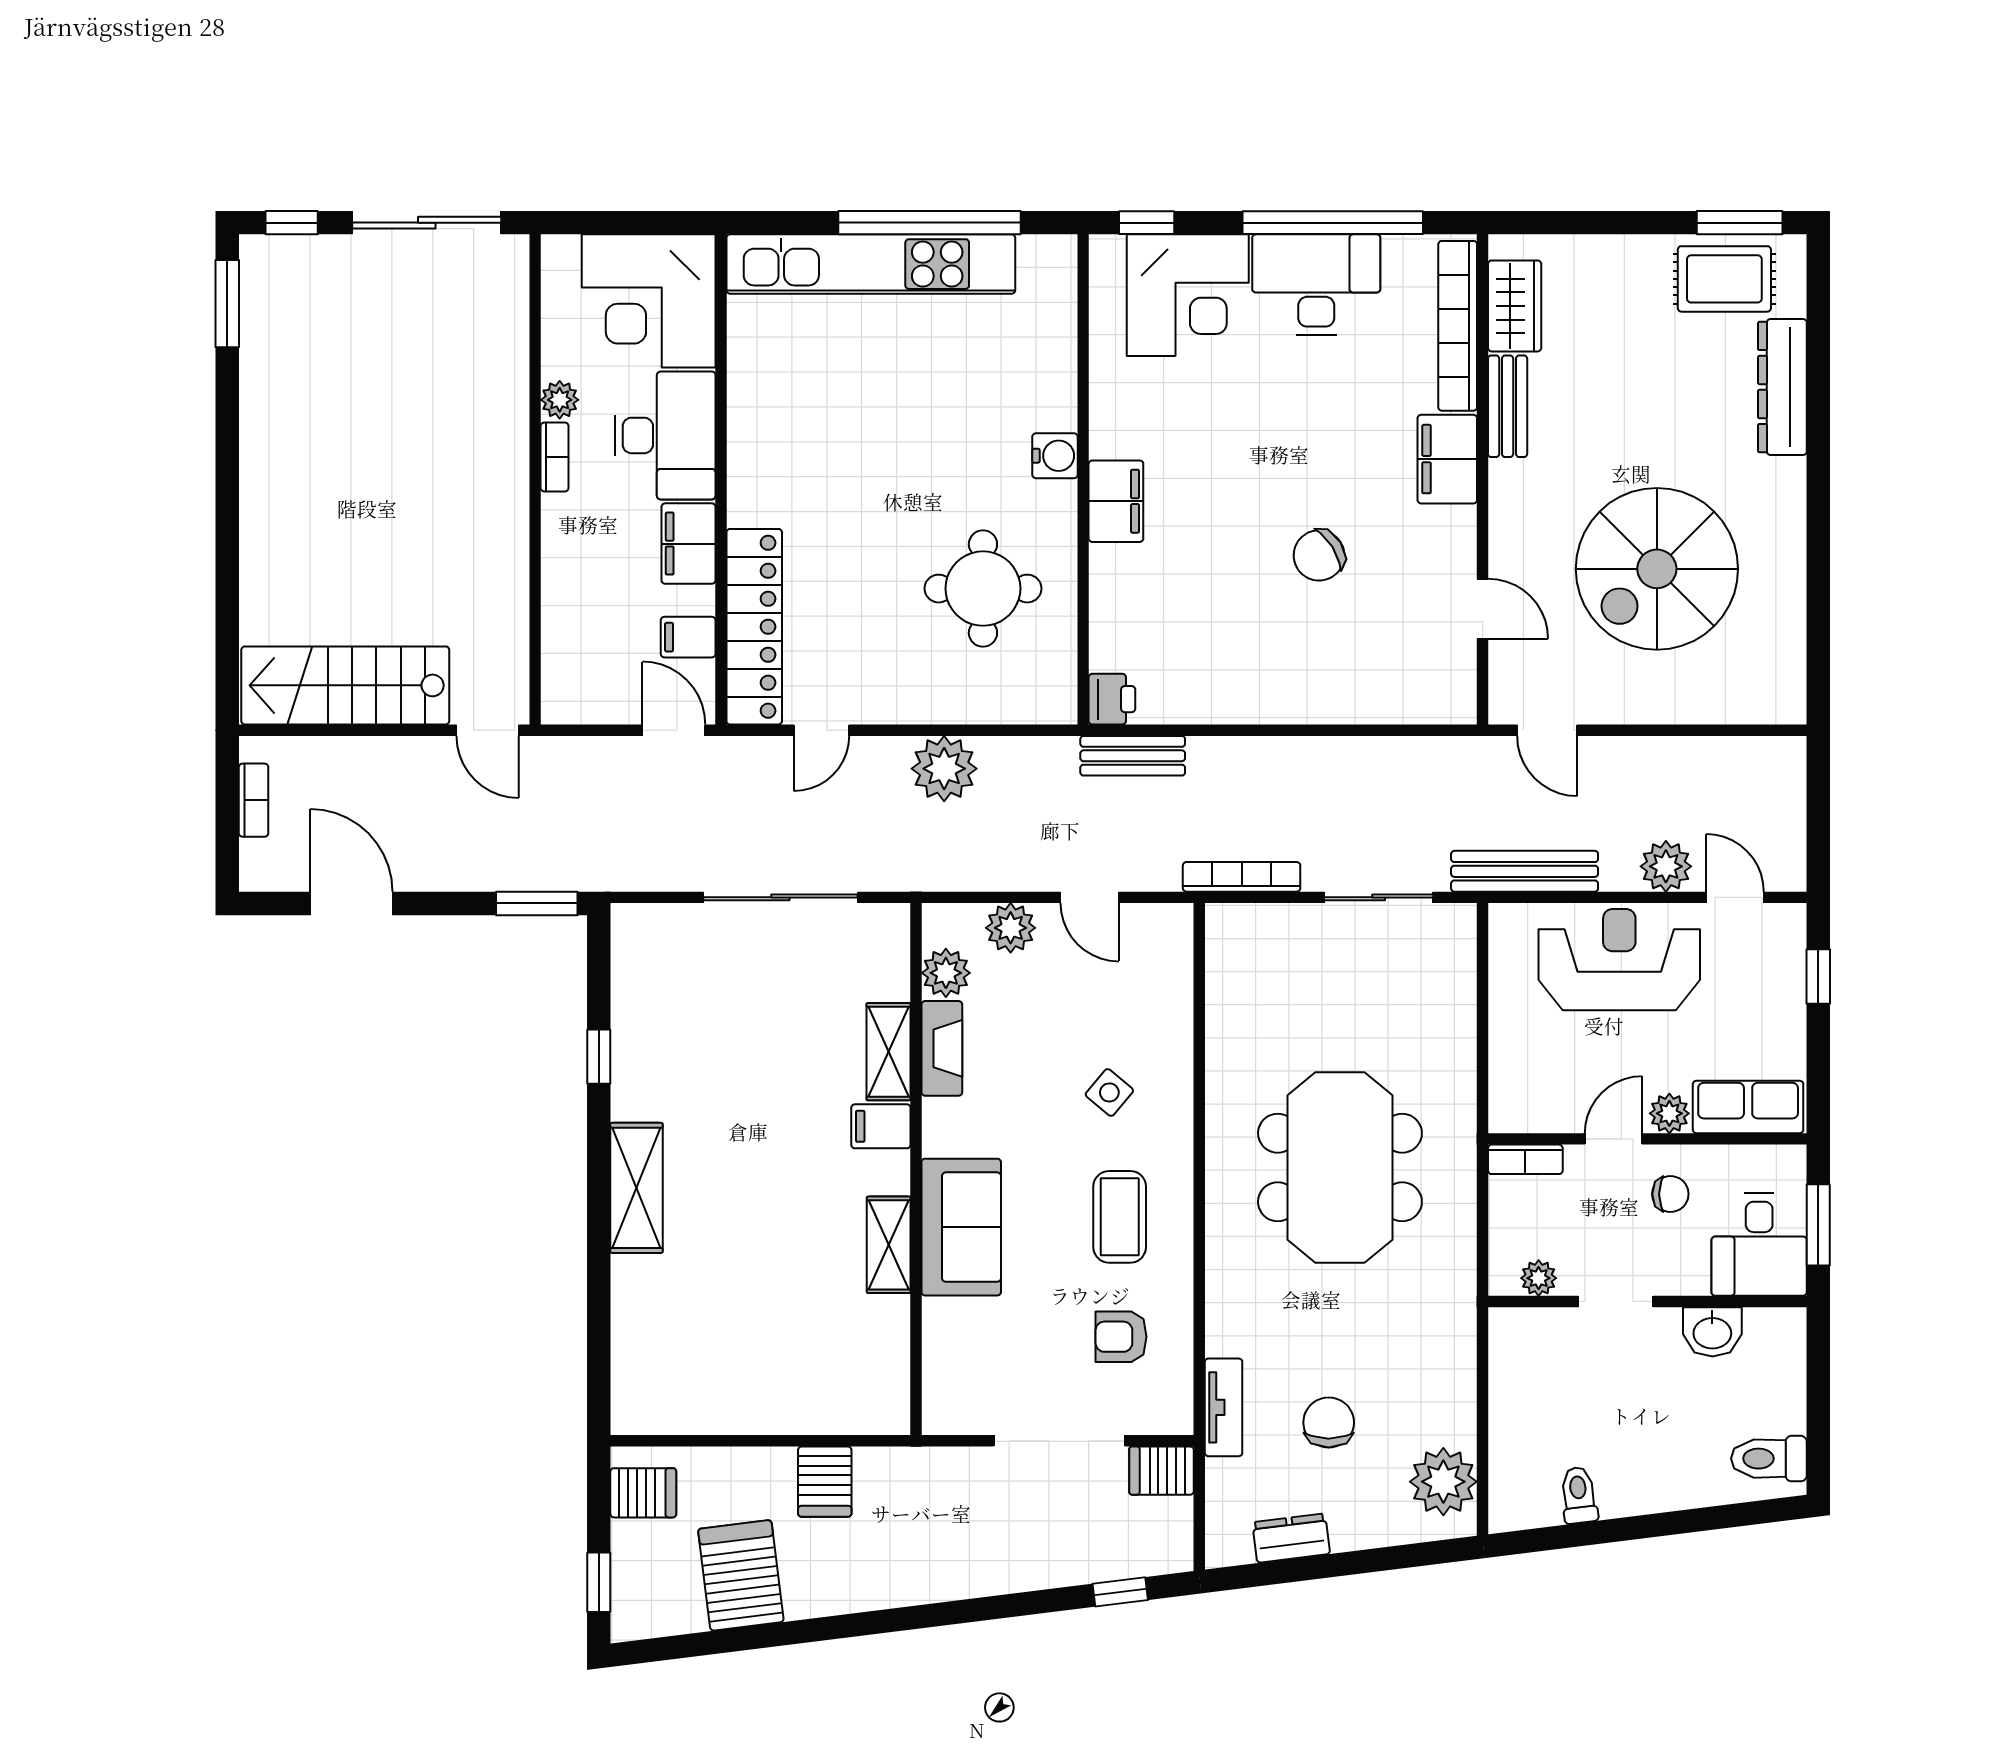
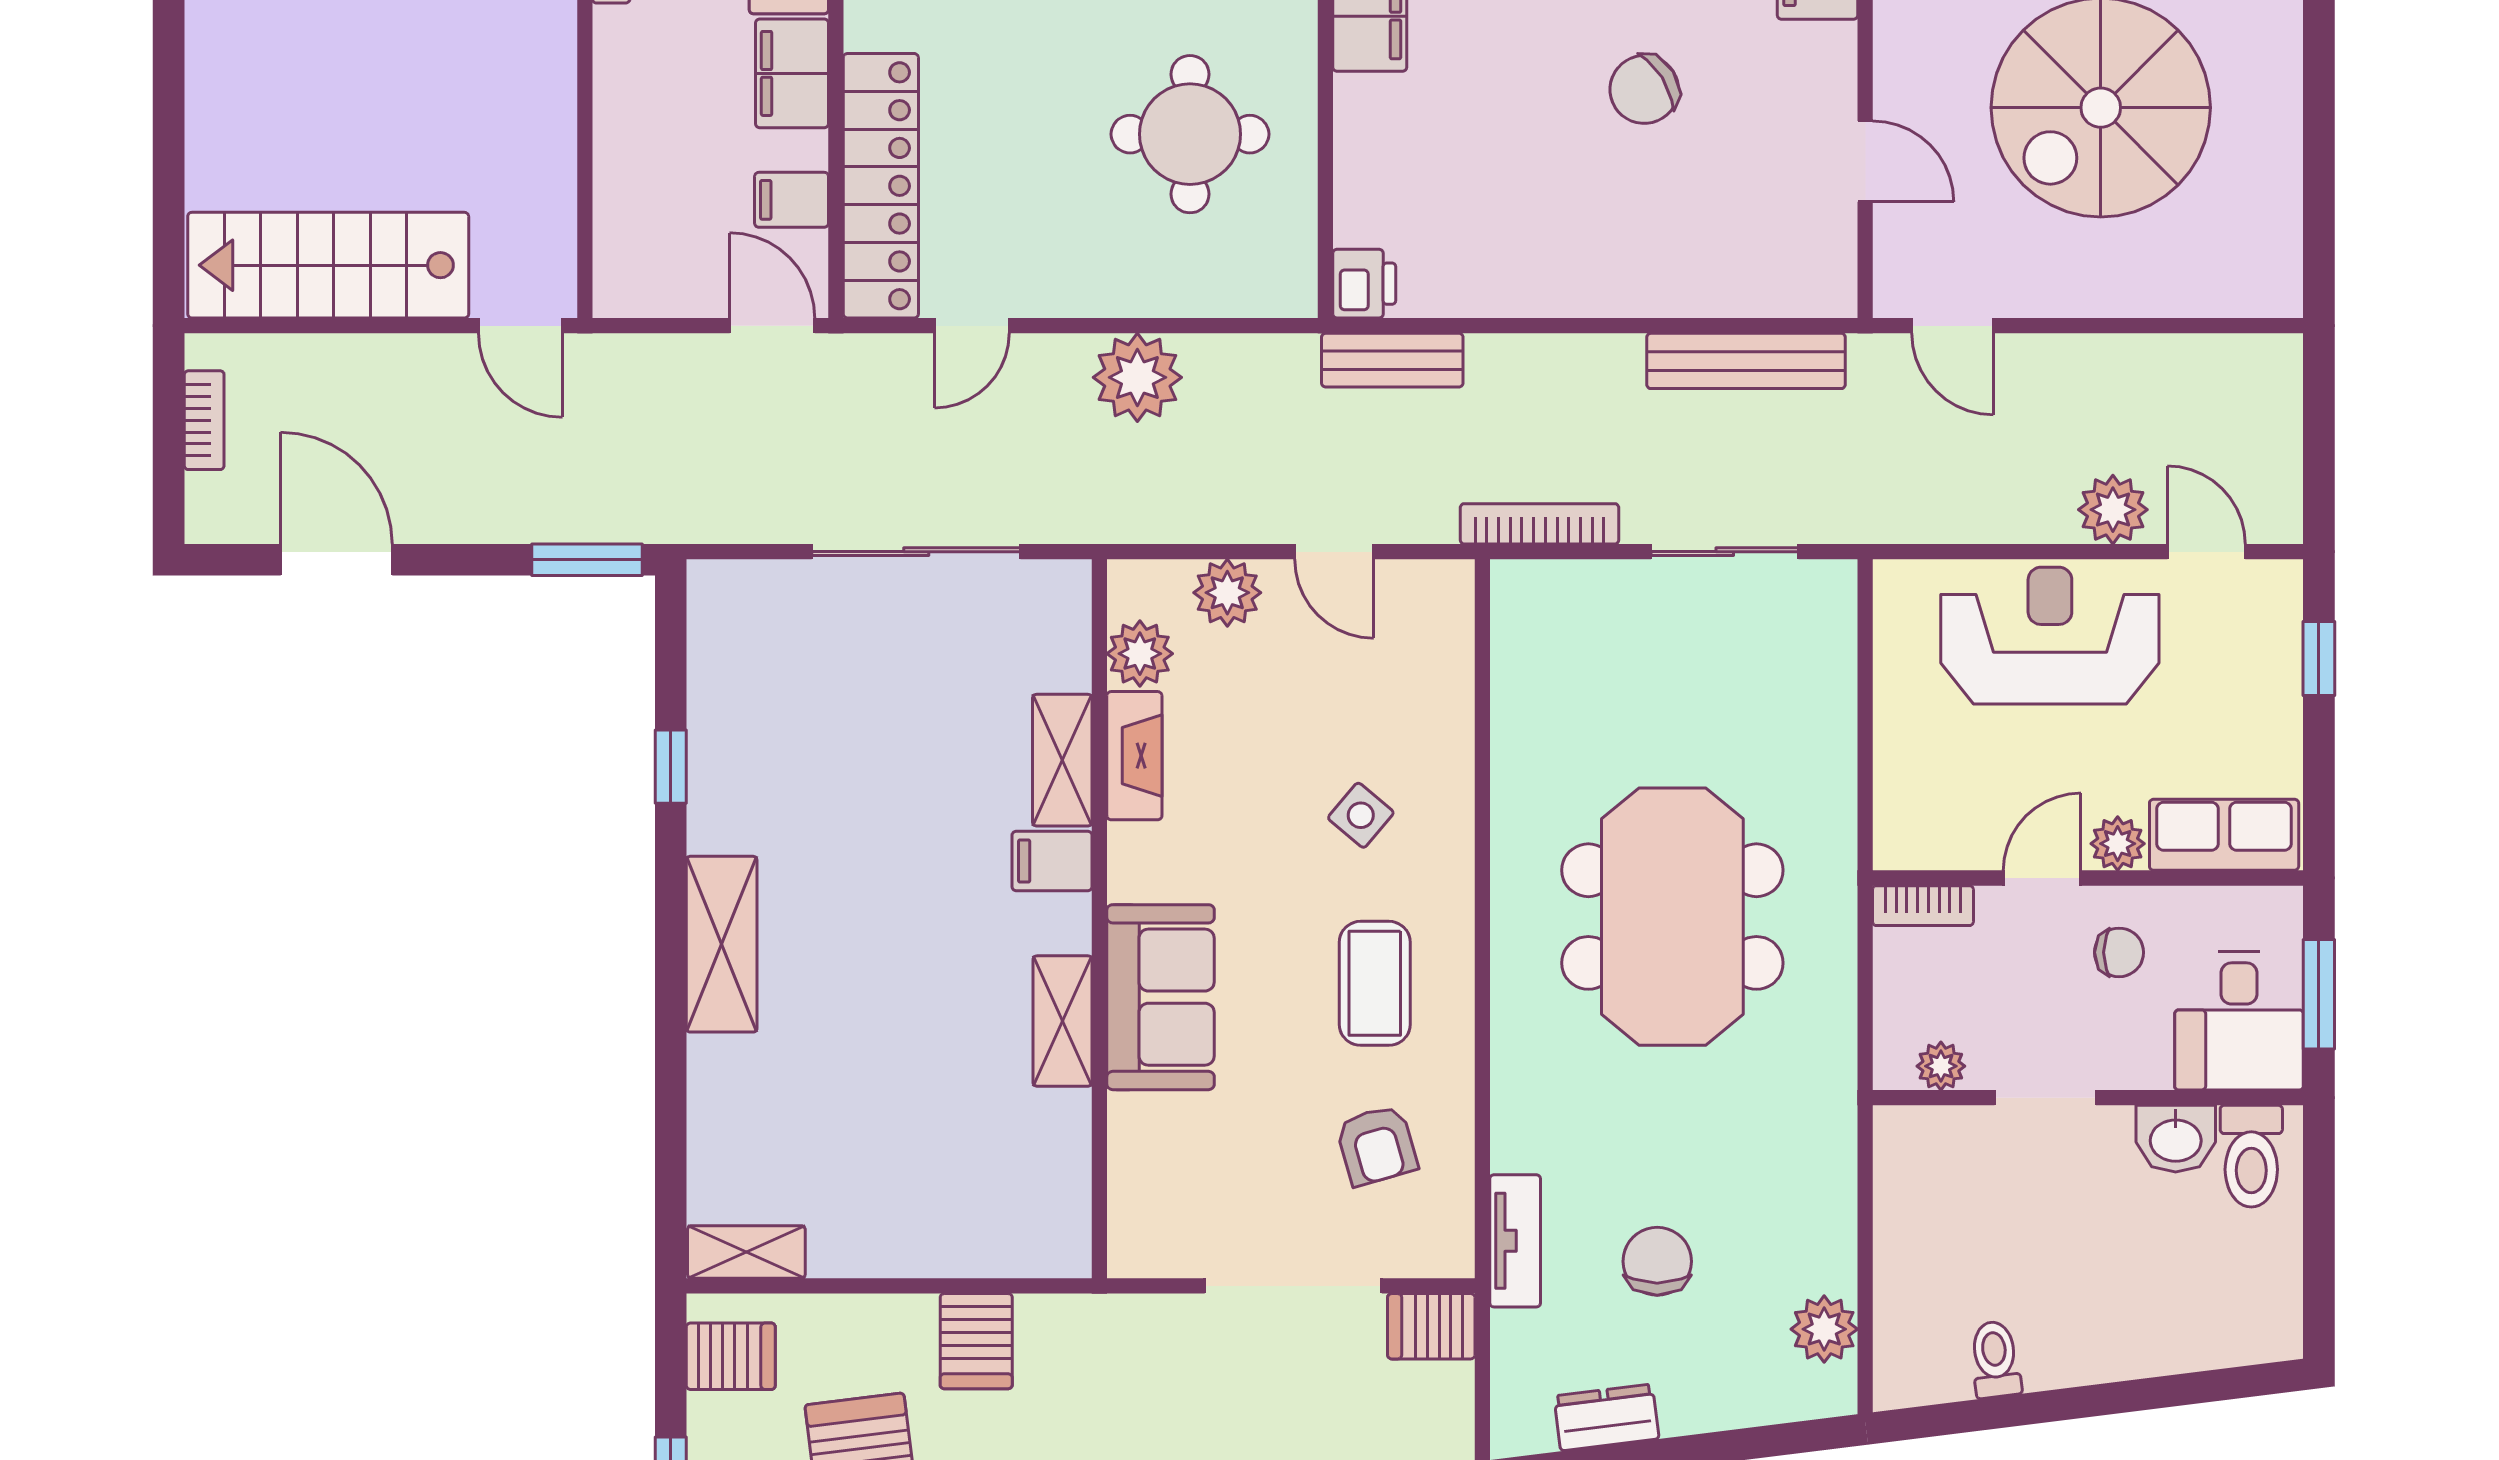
bench: (1525, 871) -> (1746, 361), moved
armchair: (1121, 1337) -> (1377, 1145), turned -106
shelving: (655, 1416) -> (746, 1252), added
toilet: (1769, 1459) -> (2251, 1156), moved, turned -90
plant: (1443, 1482) -> (1824, 1329), width x0.73, depth x0.73

